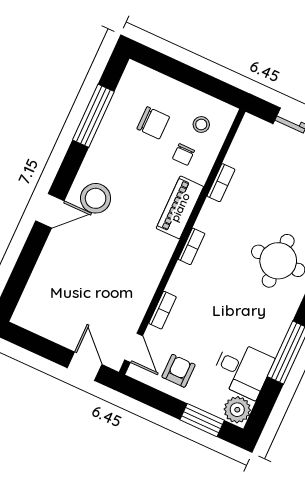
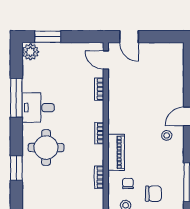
chair: (153, 123) -> (153, 194), turned 180
stool: (96, 198) -> (167, 135), width x0.53, depth x0.53
desk: (242, 369) -> (38, 108), moved
armchair: (178, 371) -> (74, 59), removed

